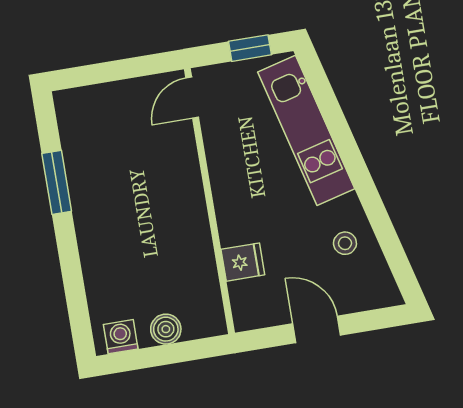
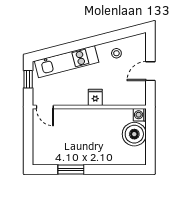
fridge: (243, 262) -> (95, 97), moved
boiler: (166, 329) -> (134, 134), width x1.86, depth x1.86
washing machine: (121, 337) -> (140, 115), moved

